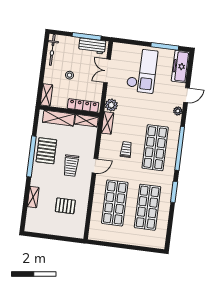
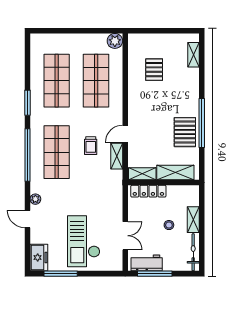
freezer: (181, 66) -> (39, 258), width x0.71
shelving: (46, 95) -> (193, 220), moved
door: (186, 95) -> (27, 219), hinge flipped
plant: (111, 105) -> (115, 41), moved
shelving: (108, 123) -> (117, 156), moved
trolley: (71, 166) -> (154, 118), removed
door: (95, 166) -> (125, 134), moved
shelving: (33, 197) -> (194, 55), moved
pallet: (65, 206) -> (154, 70), turned 90

